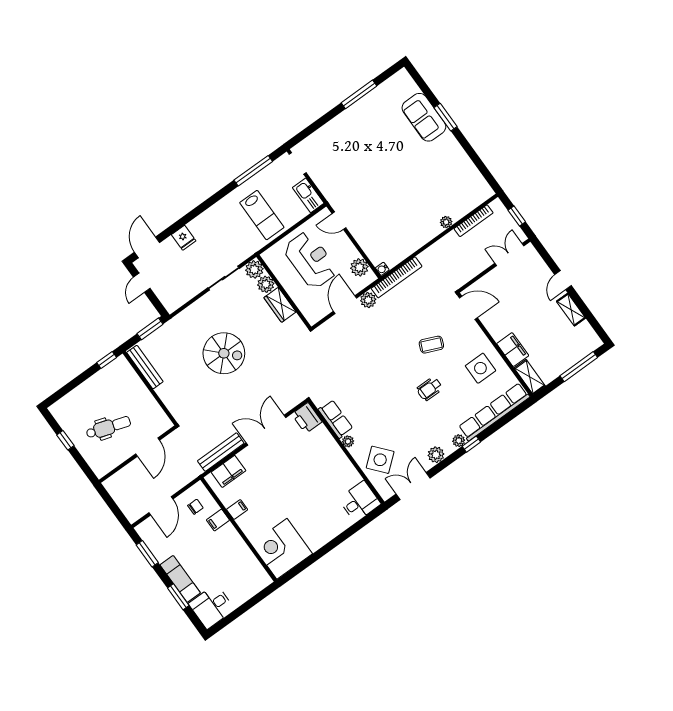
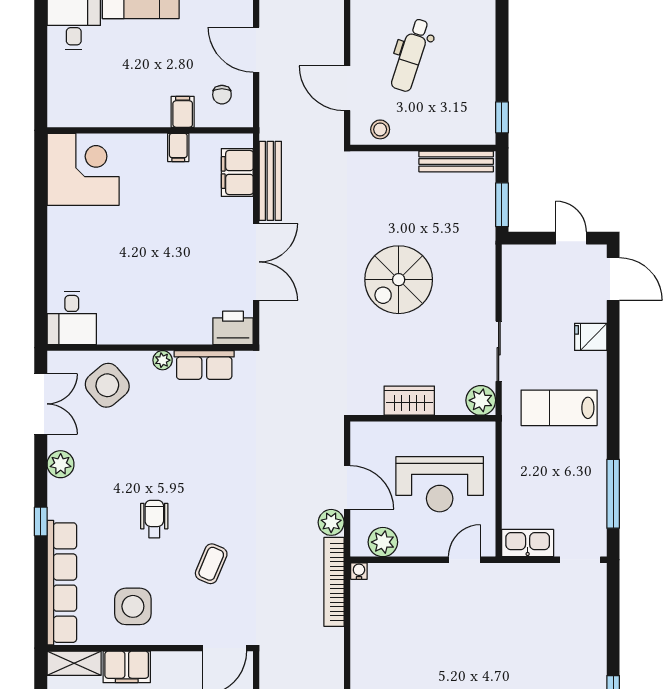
lab bench: (262, 215) -> (559, 408), moved
plant: (266, 284) -> (450, 401), removed
stool: (156, 416) -> (380, 129), added
plant: (459, 441) -> (57, 508), removed

